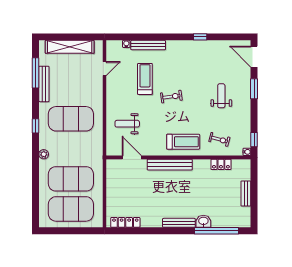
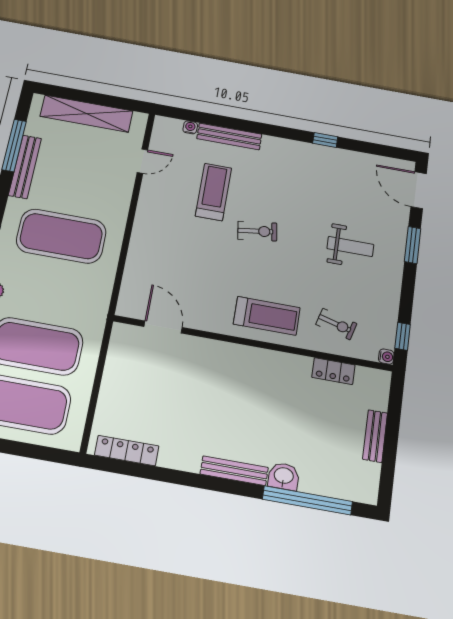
weight bench: (221, 96) -> (350, 246), turned 90
weight bench: (127, 124) -> (166, 264), removed
bench: (170, 165) -> (234, 354), removed

